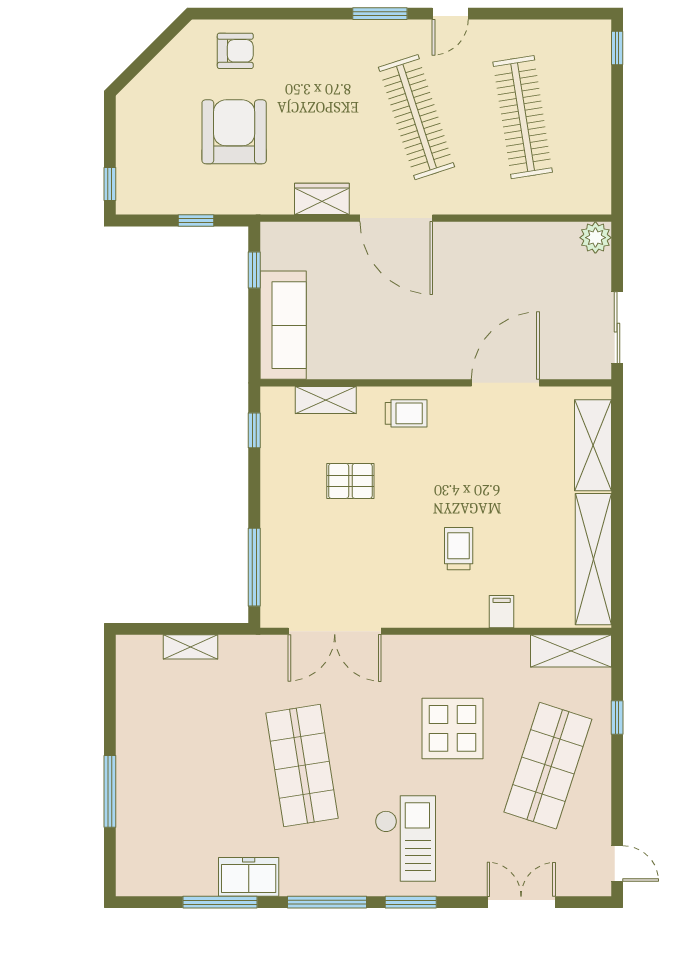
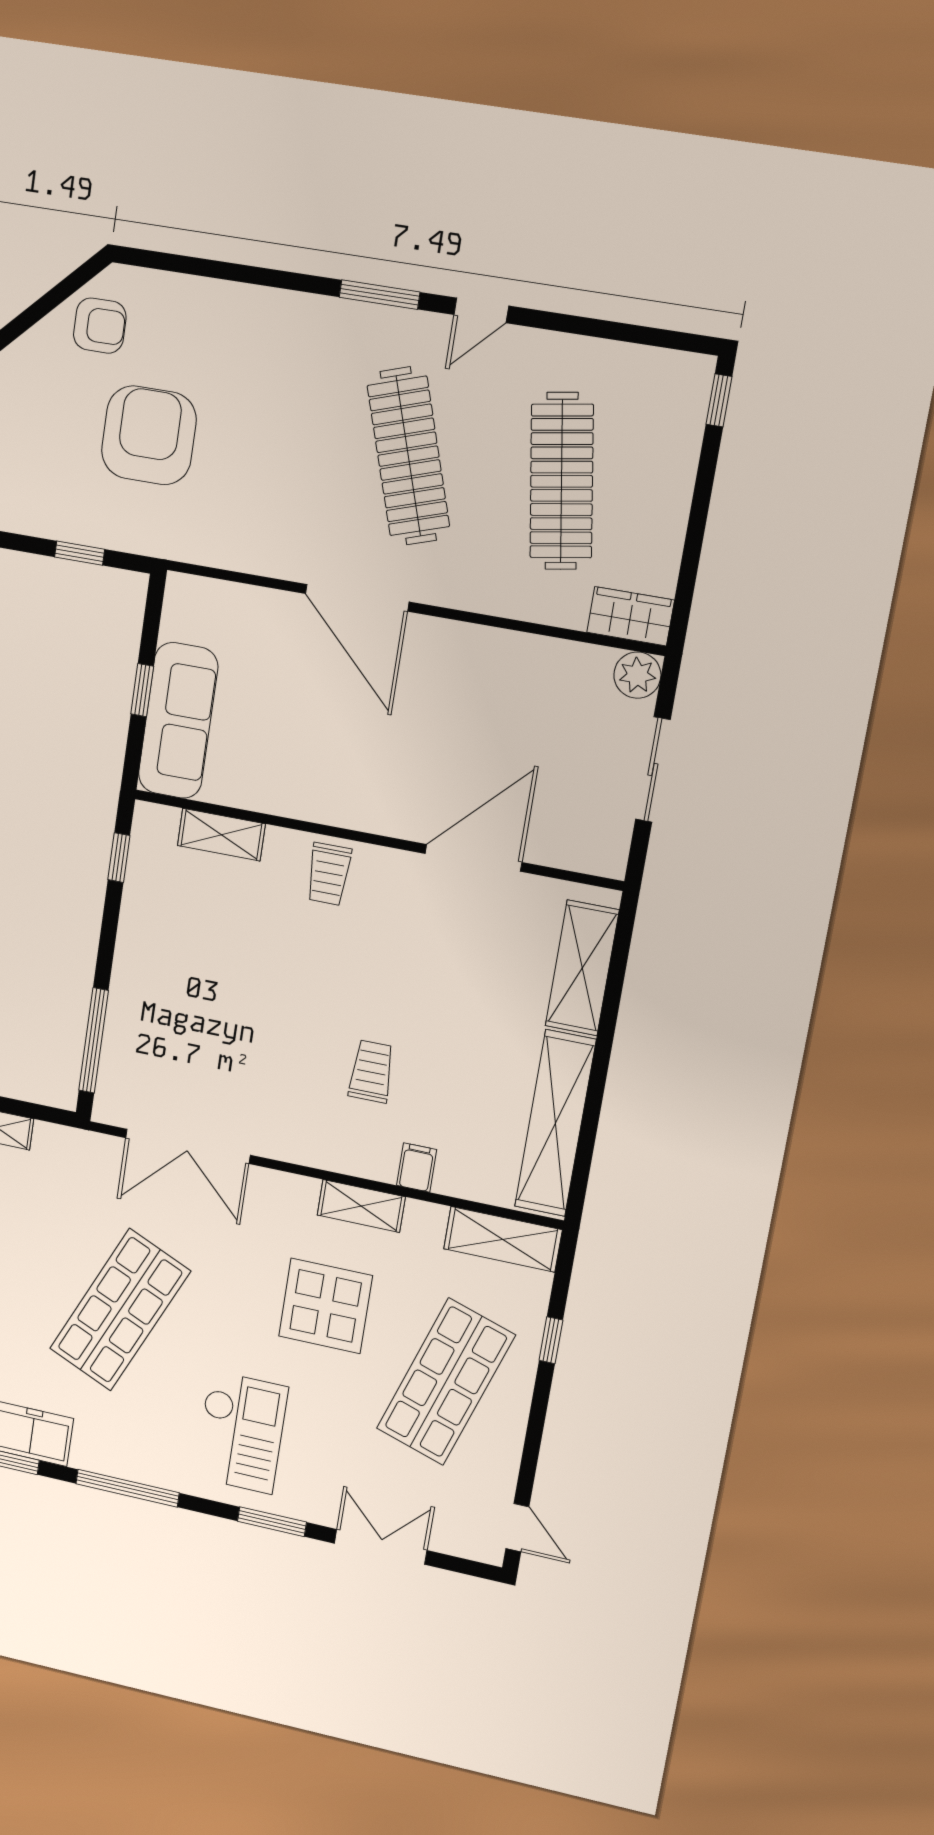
armchair: (235, 51) -> (100, 326), moved
wardrobe: (322, 199) -> (631, 616), moved
window: (254, 270) -> (142, 690), moved
sliding door: (617, 328) -> (653, 770), moved
trolley: (406, 413) -> (329, 874), turned 90
pallet: (350, 481) -> (239, 951), removed
shelving: (467, 648) -> (361, 1206), added
shop shelf: (302, 766) -> (120, 1310), turned 33
window: (411, 902) -> (272, 1522), moved

